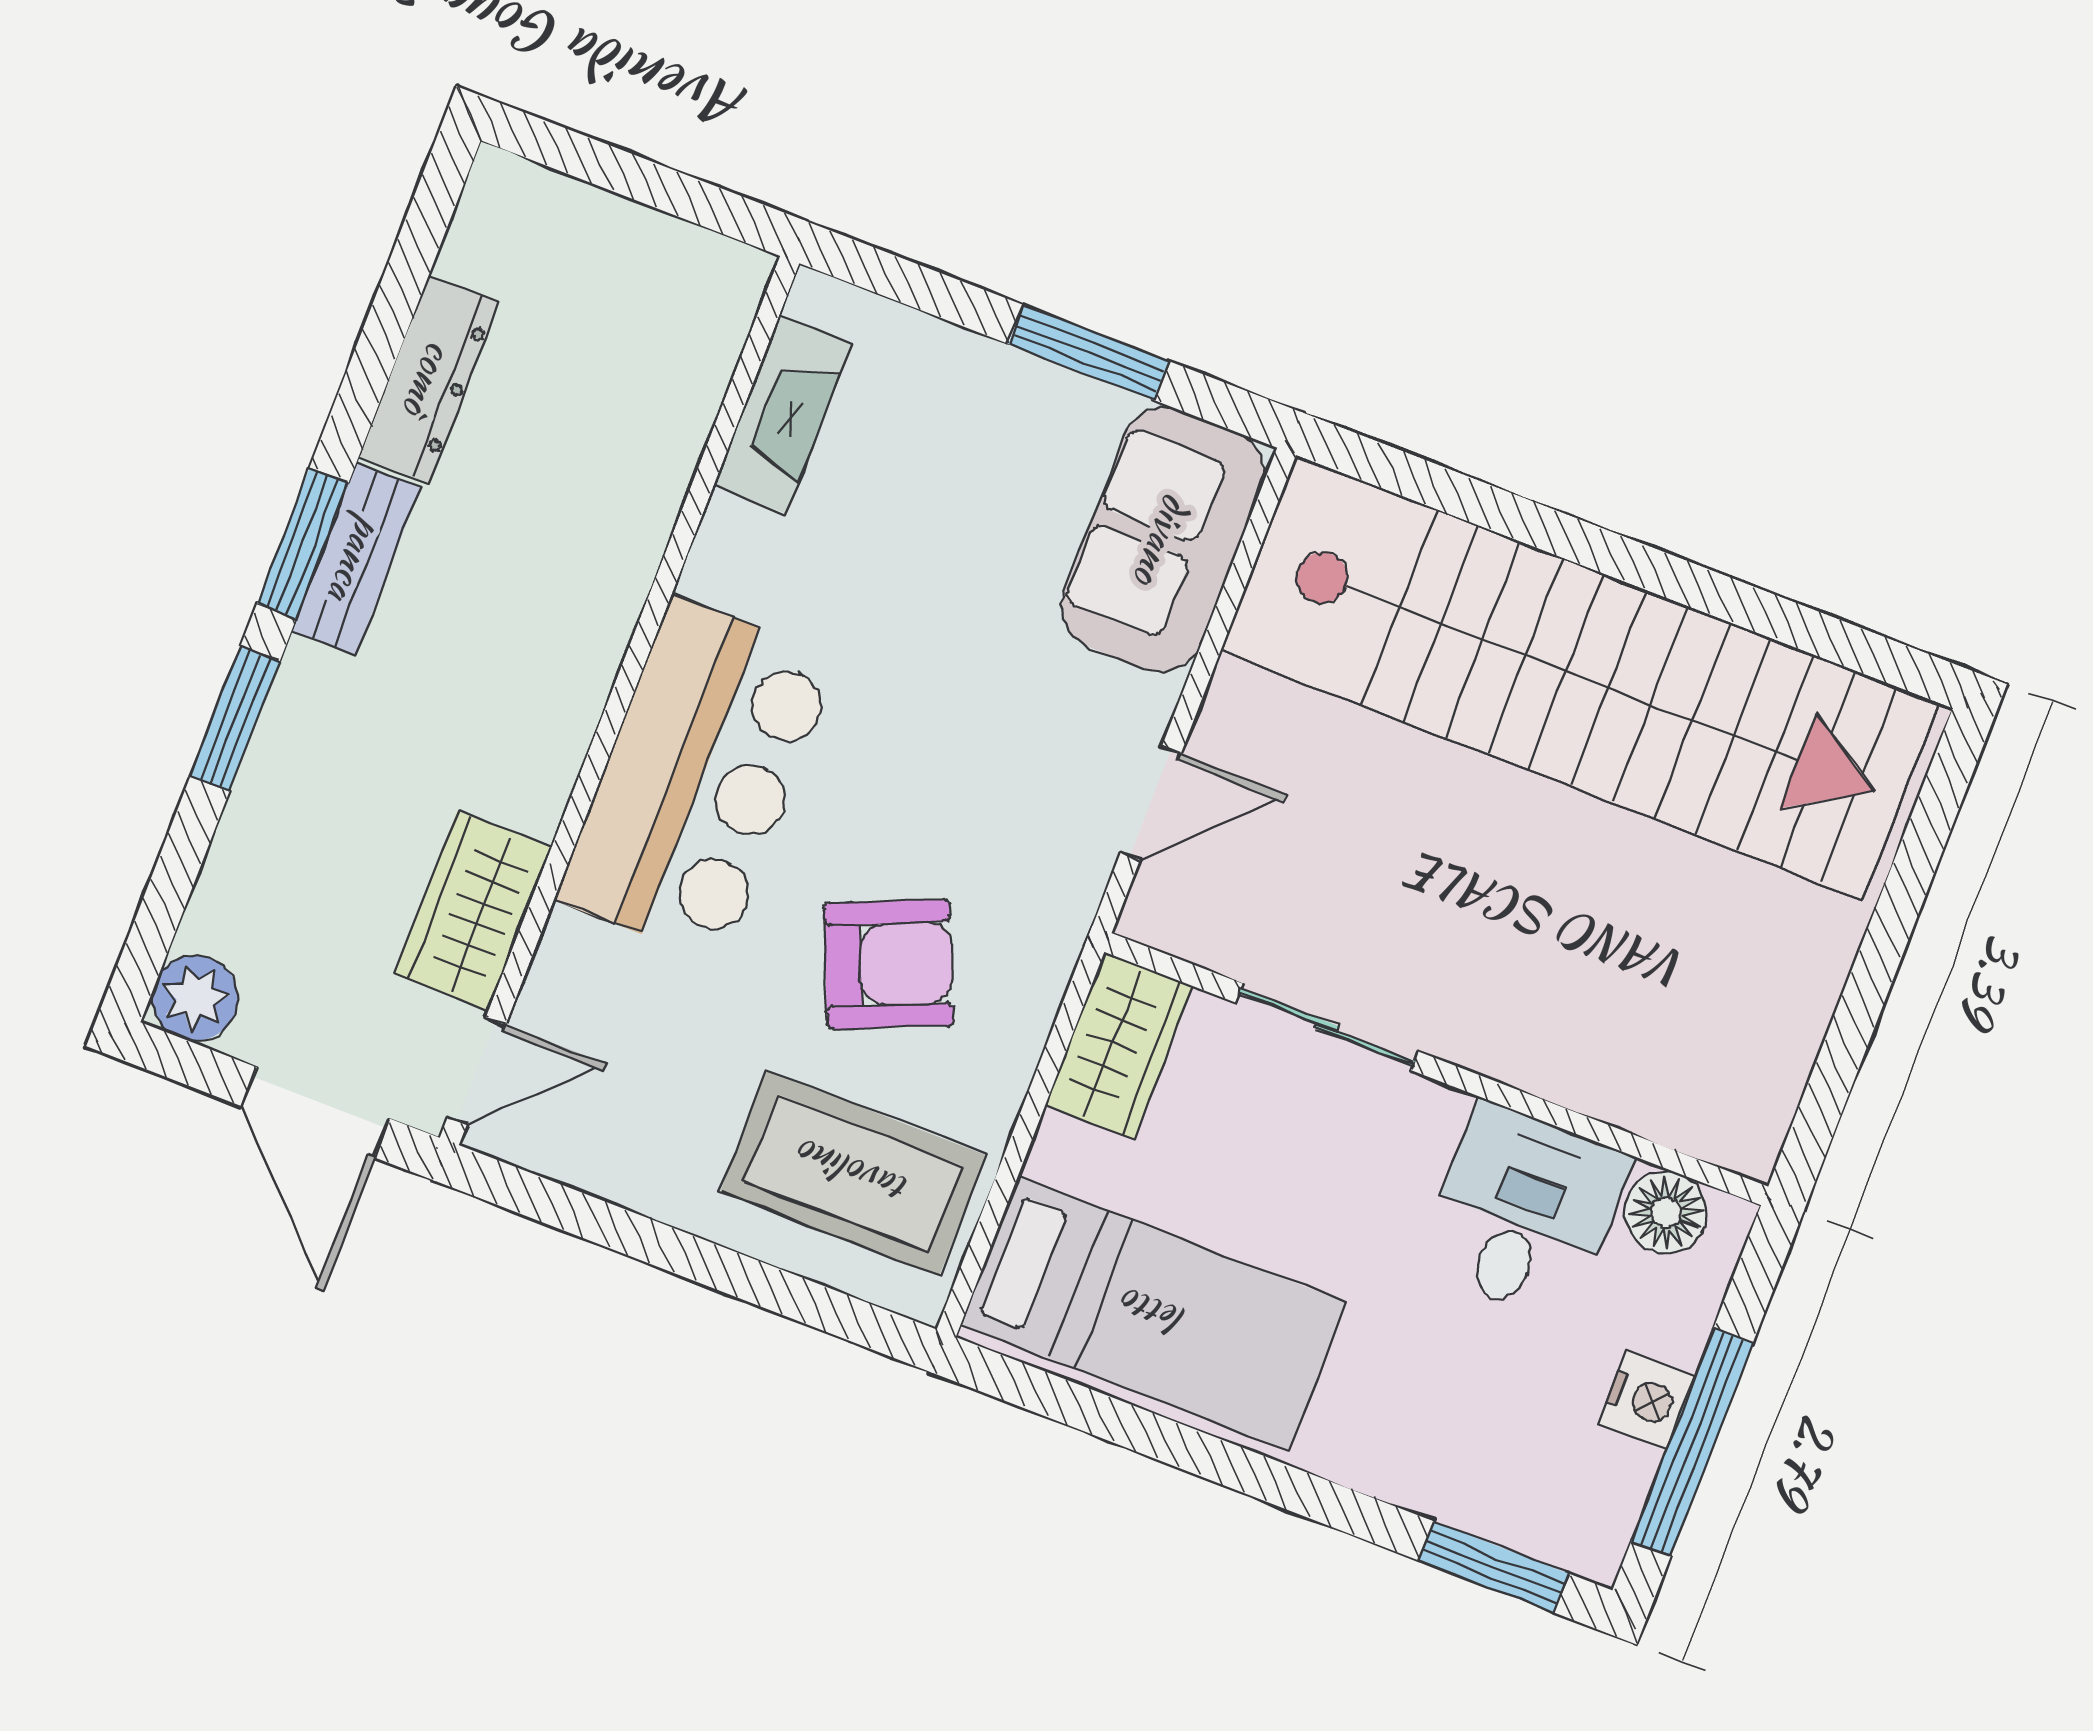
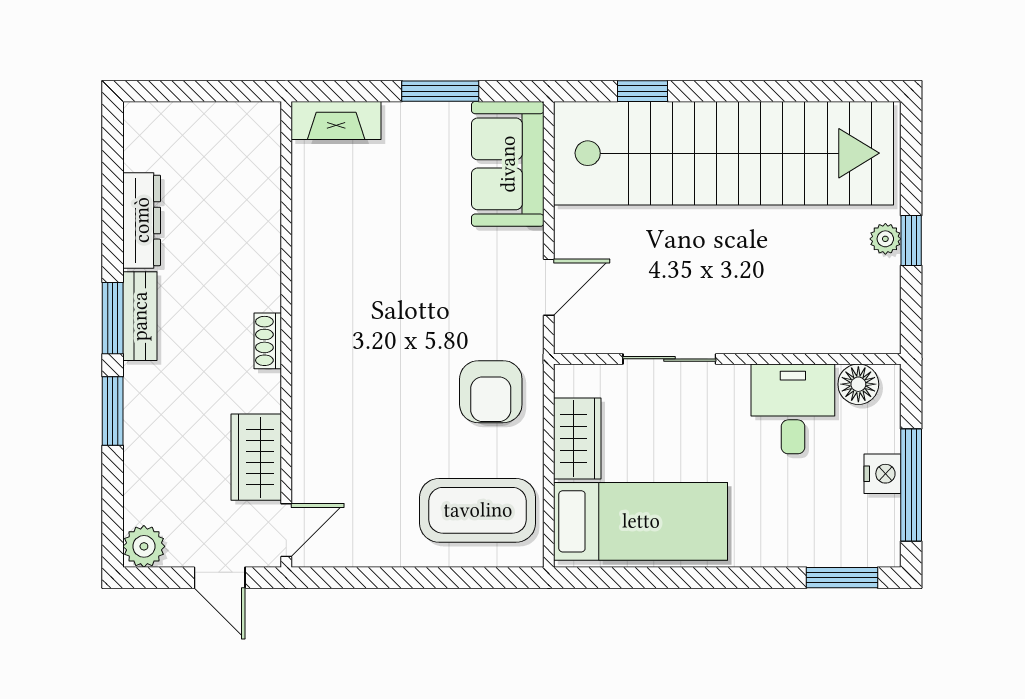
fireplace: (782, 414) -> (336, 120), moved, turned 90
window: (1472, 500) -> (643, 91), added
shoe rack: (580, 700) -> (268, 341), added
bar counter: (697, 780) -> (336, 357), removed
plant: (1823, 957) -> (885, 239), added
armchair: (889, 964) -> (491, 392), moved, turned 113
window: (1871, 979) -> (911, 240), added
wardrobe: (1119, 1046) -> (577, 438), moved
door: (316, 1112) -> (220, 578), width x0.73

